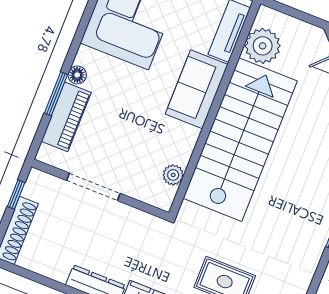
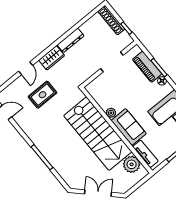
plant: (173, 175) -> (111, 113), moved

